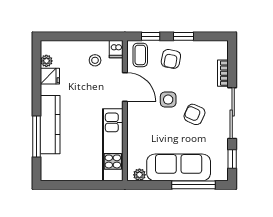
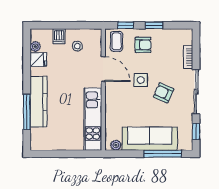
dishwasher: (116, 49) -> (59, 36), moved
armchair: (171, 59) -> (143, 45), turned -101

